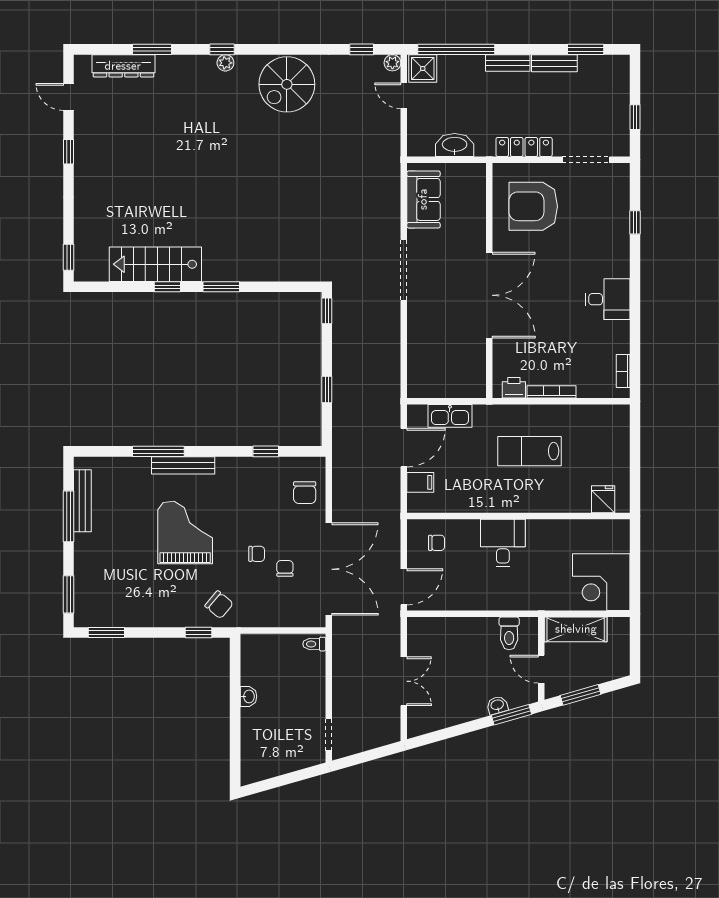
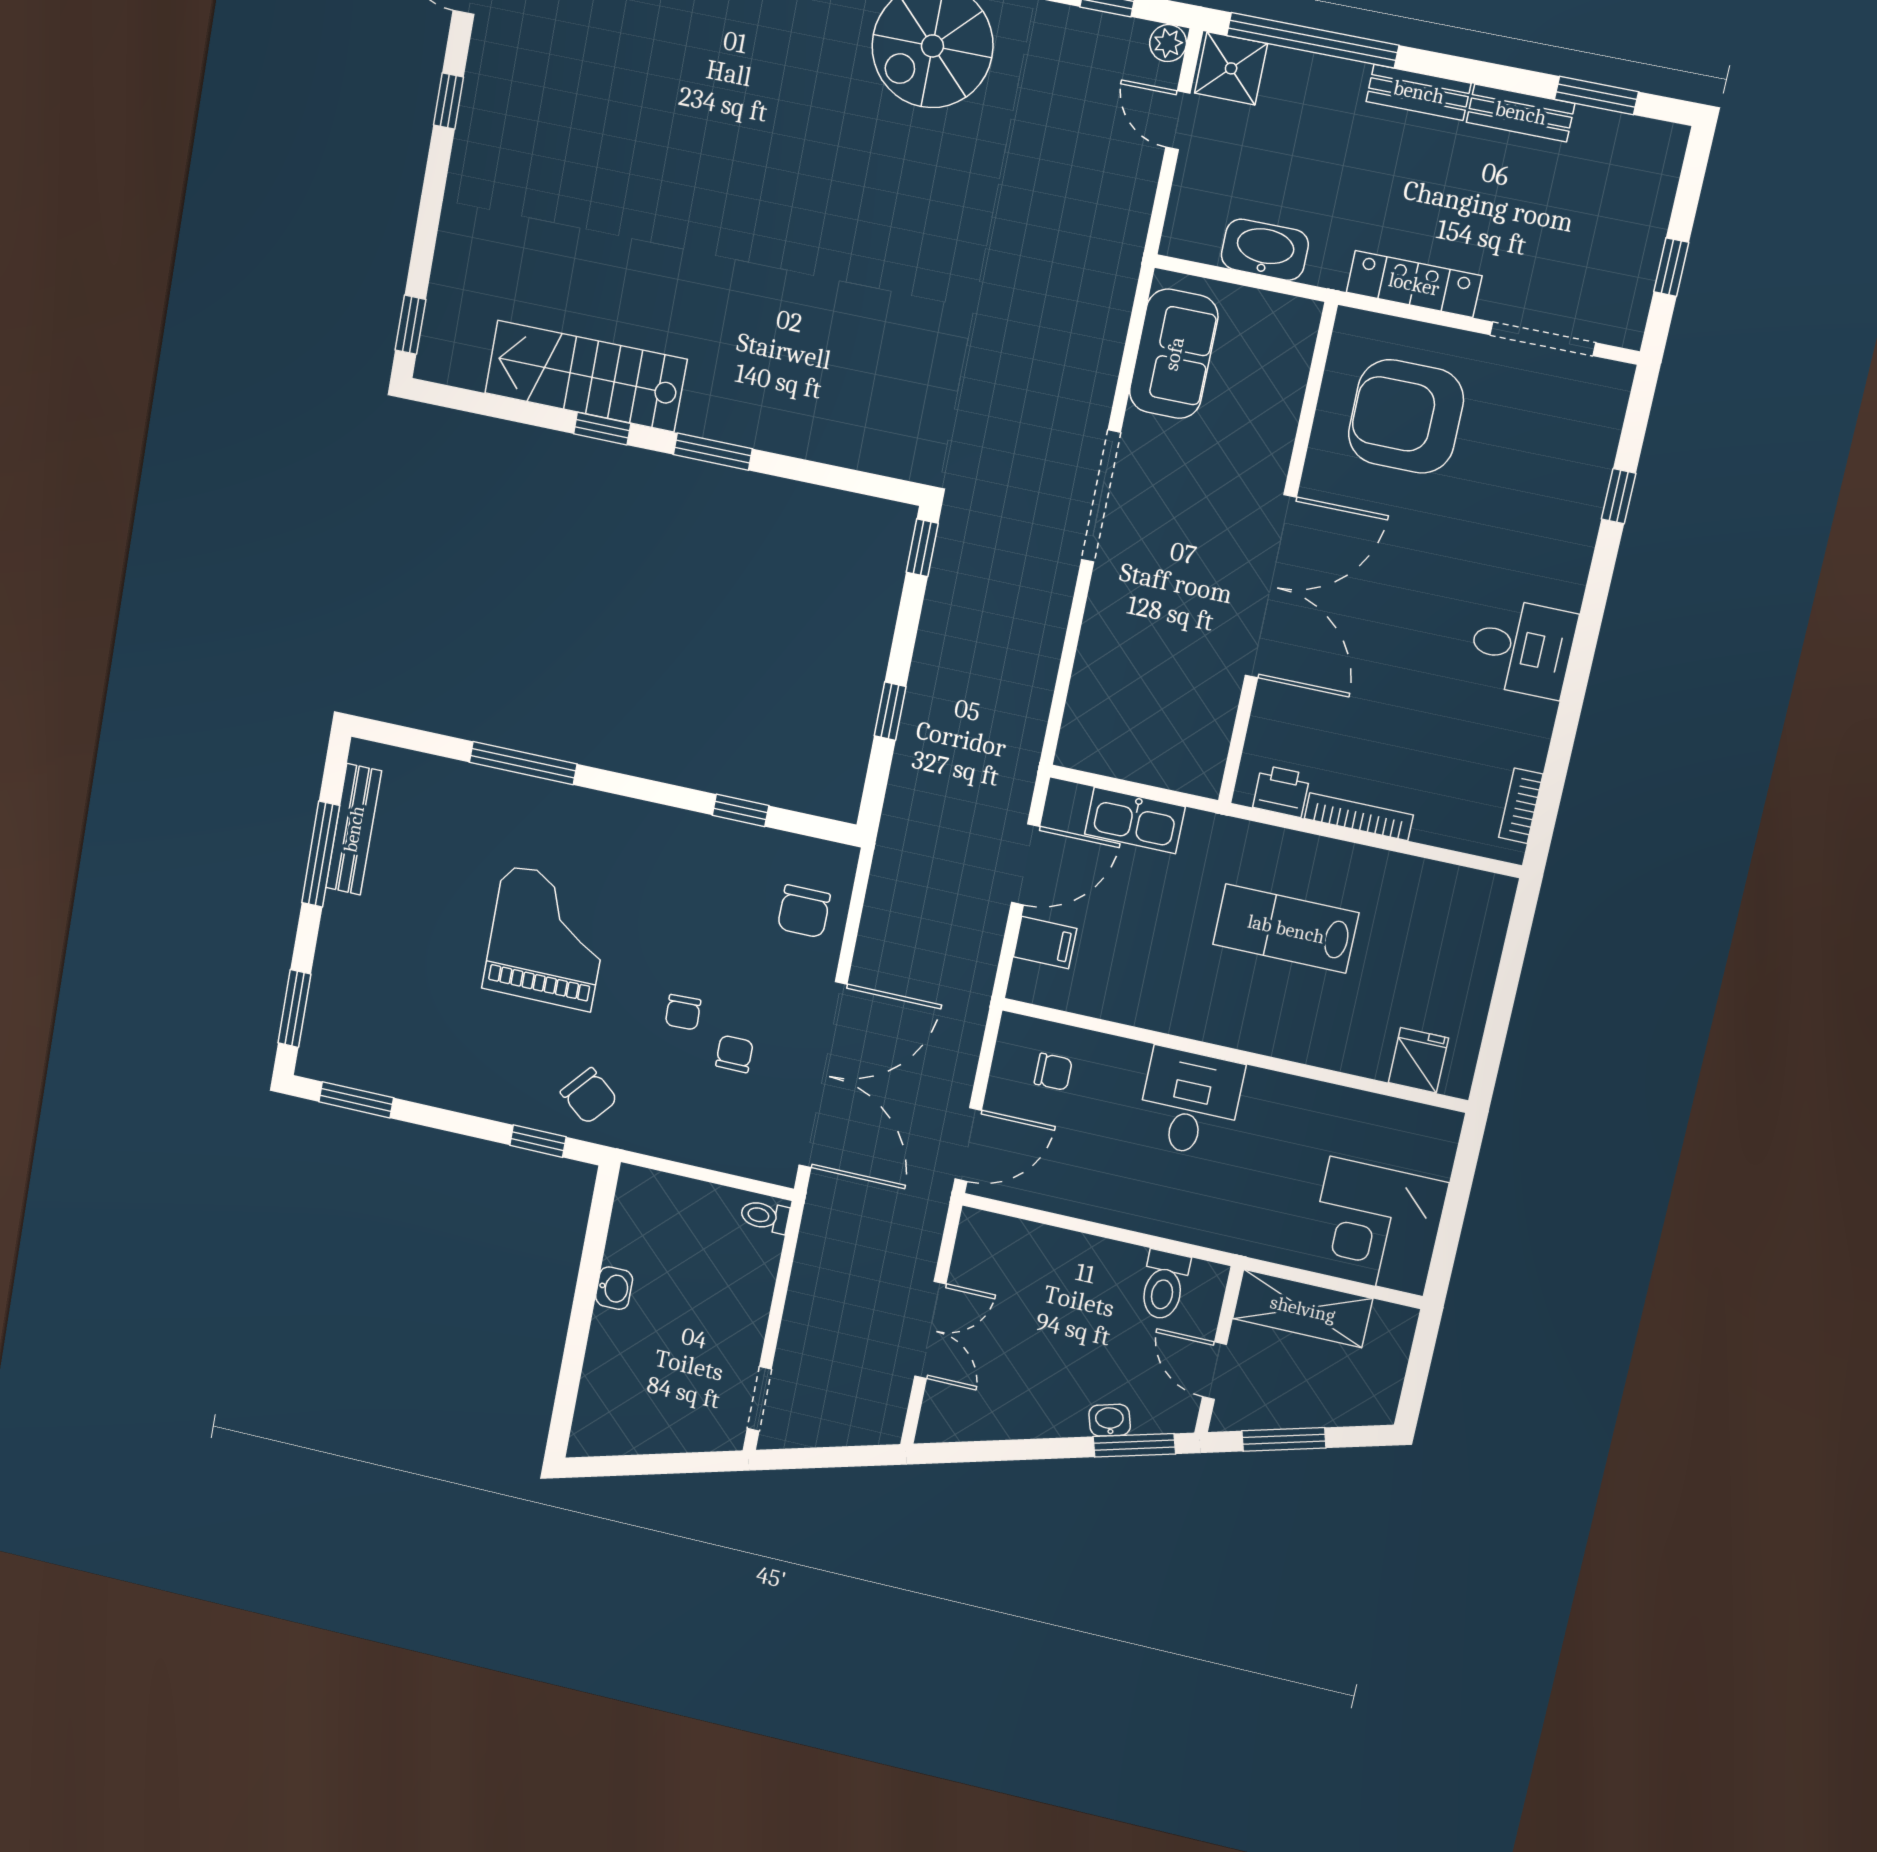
bench: (183, 465) -> (568, 802), removed
chair: (257, 554) -> (683, 1012), turned 88

